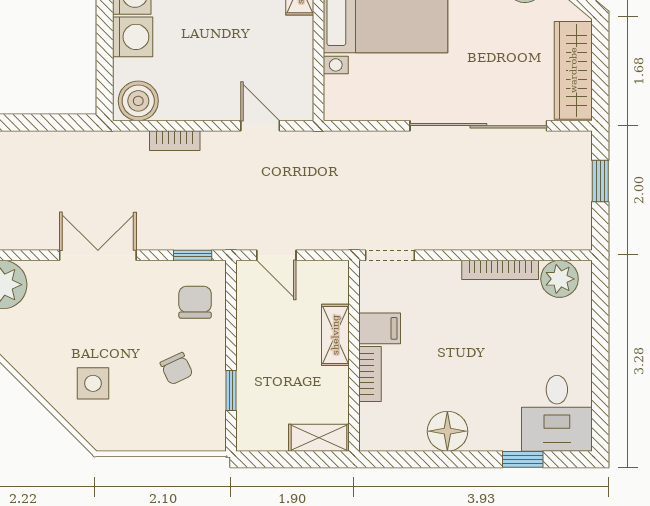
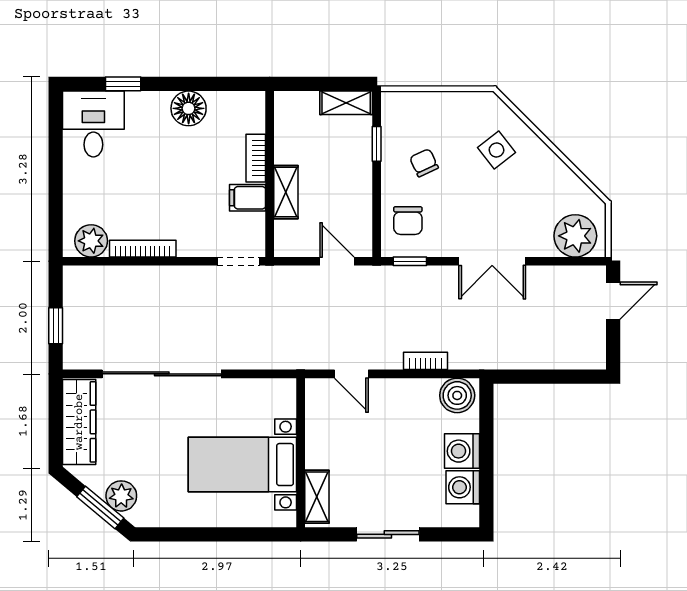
side table: (93, 383) -> (496, 150), turned -38
shelving: (319, 438) -> (346, 103), moved

